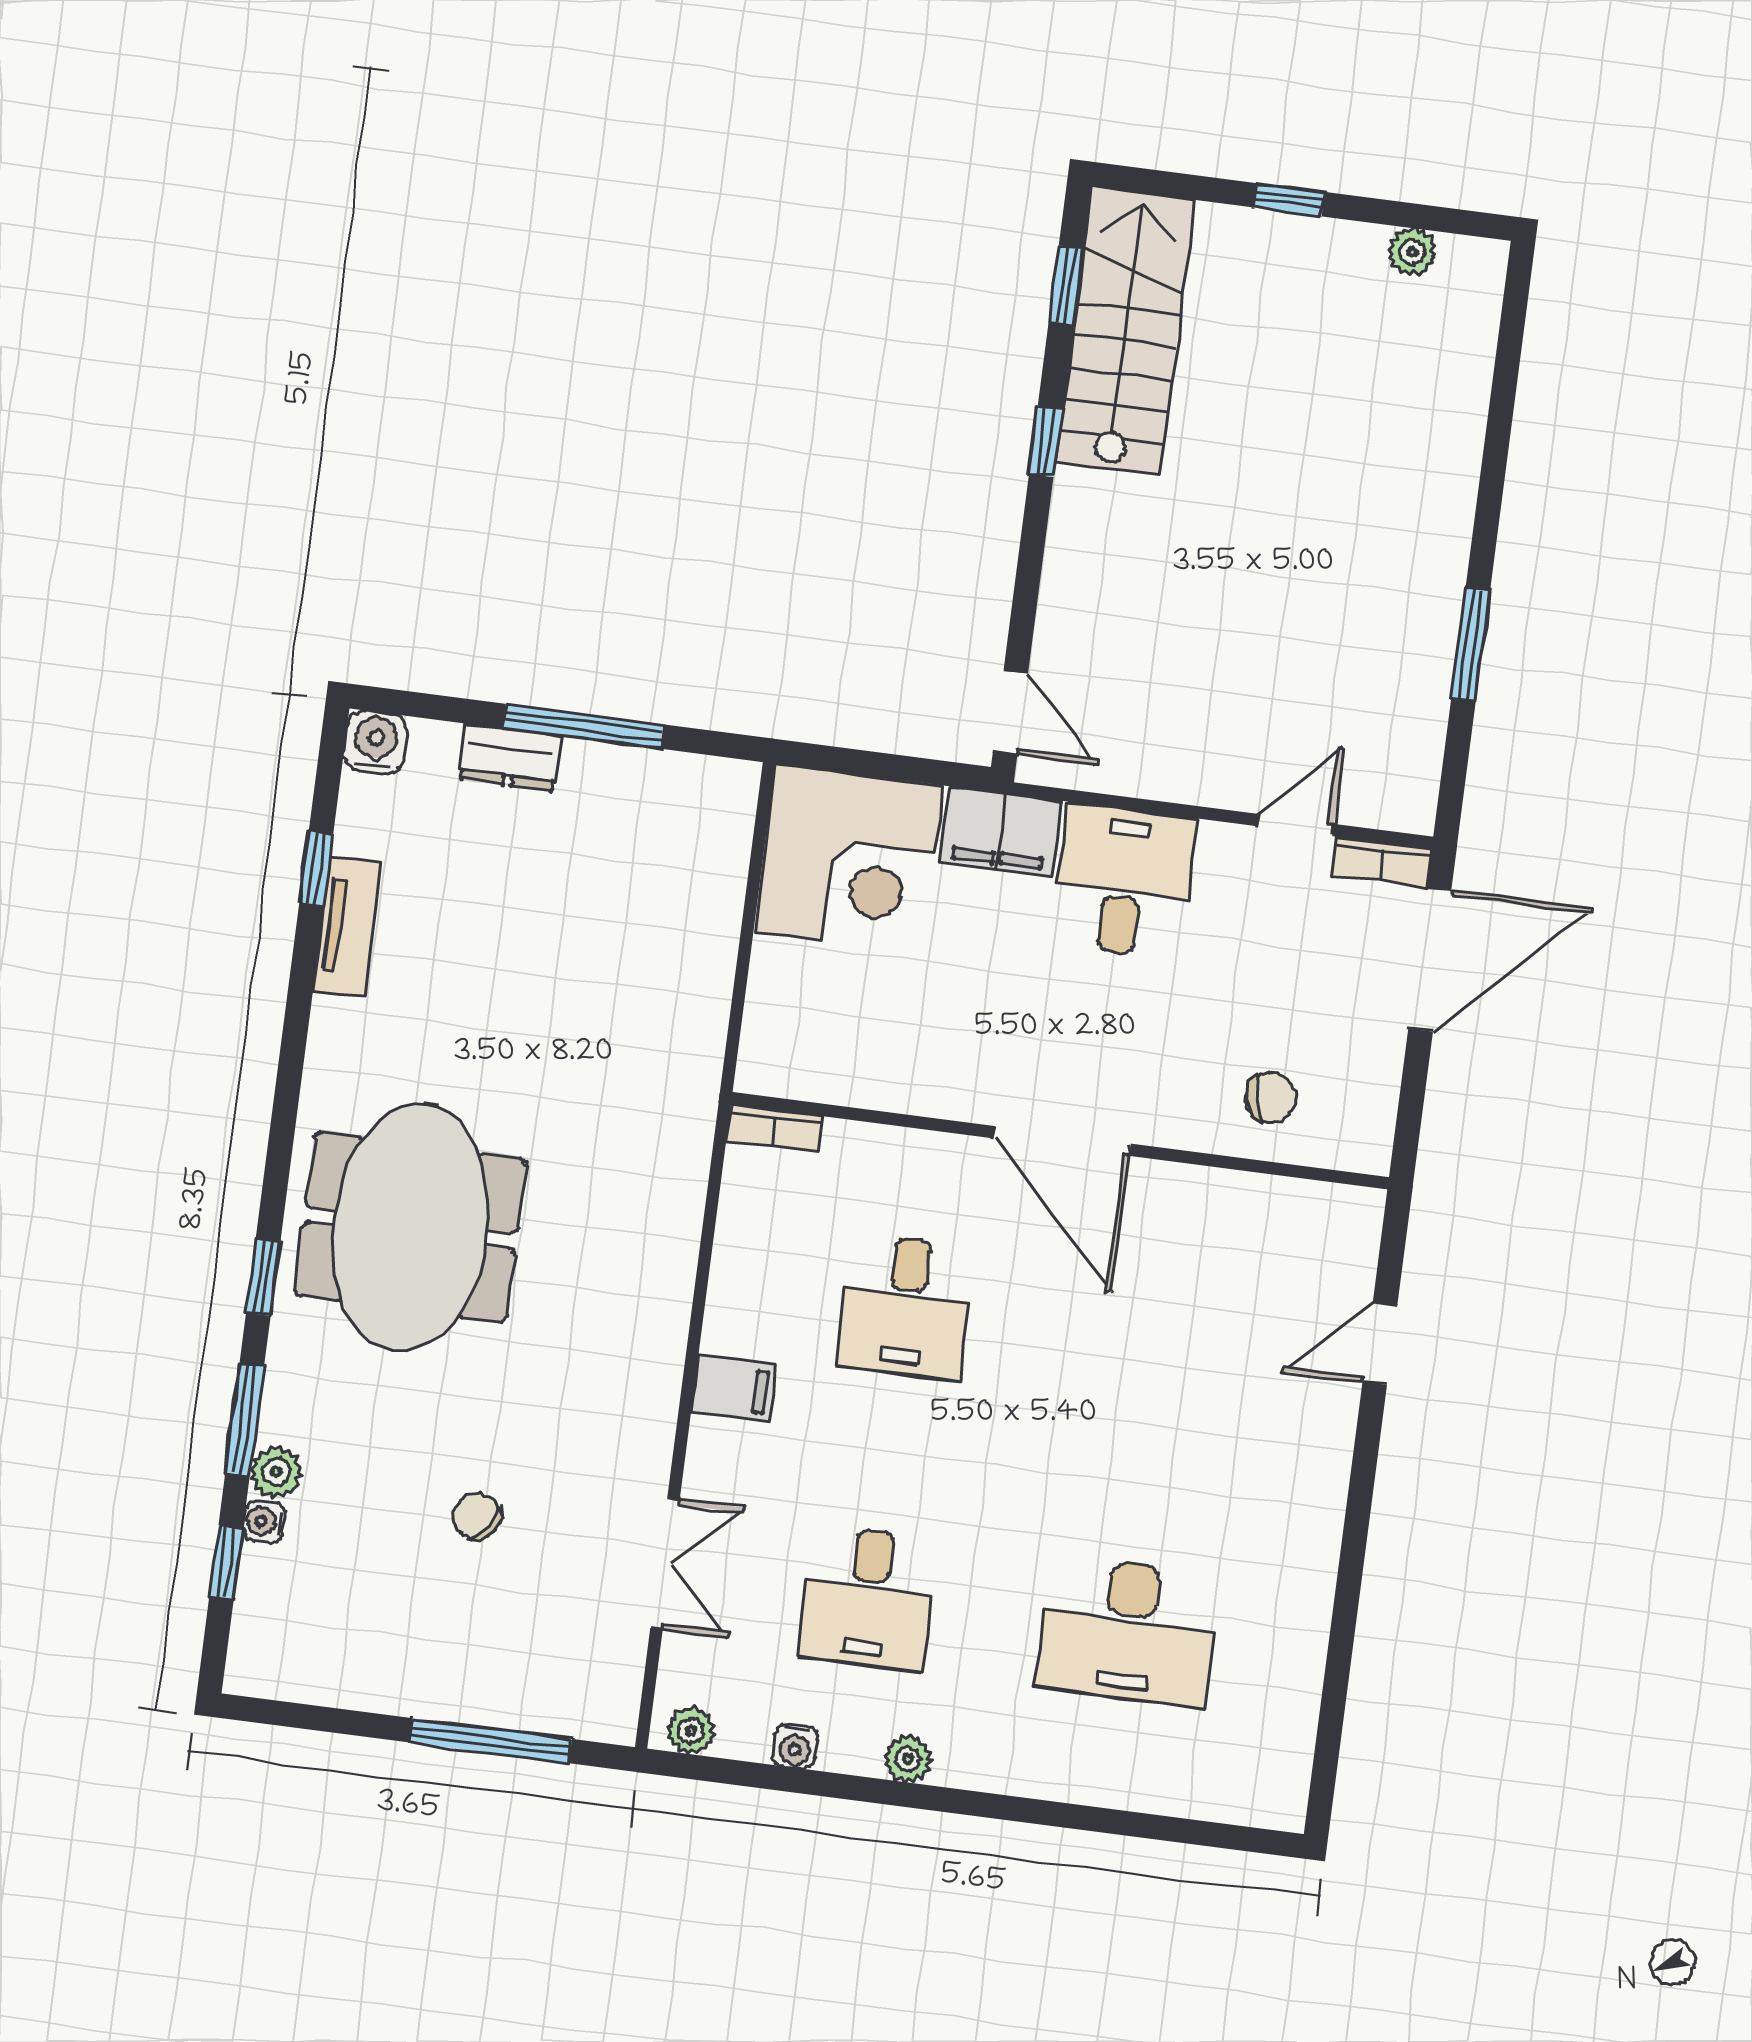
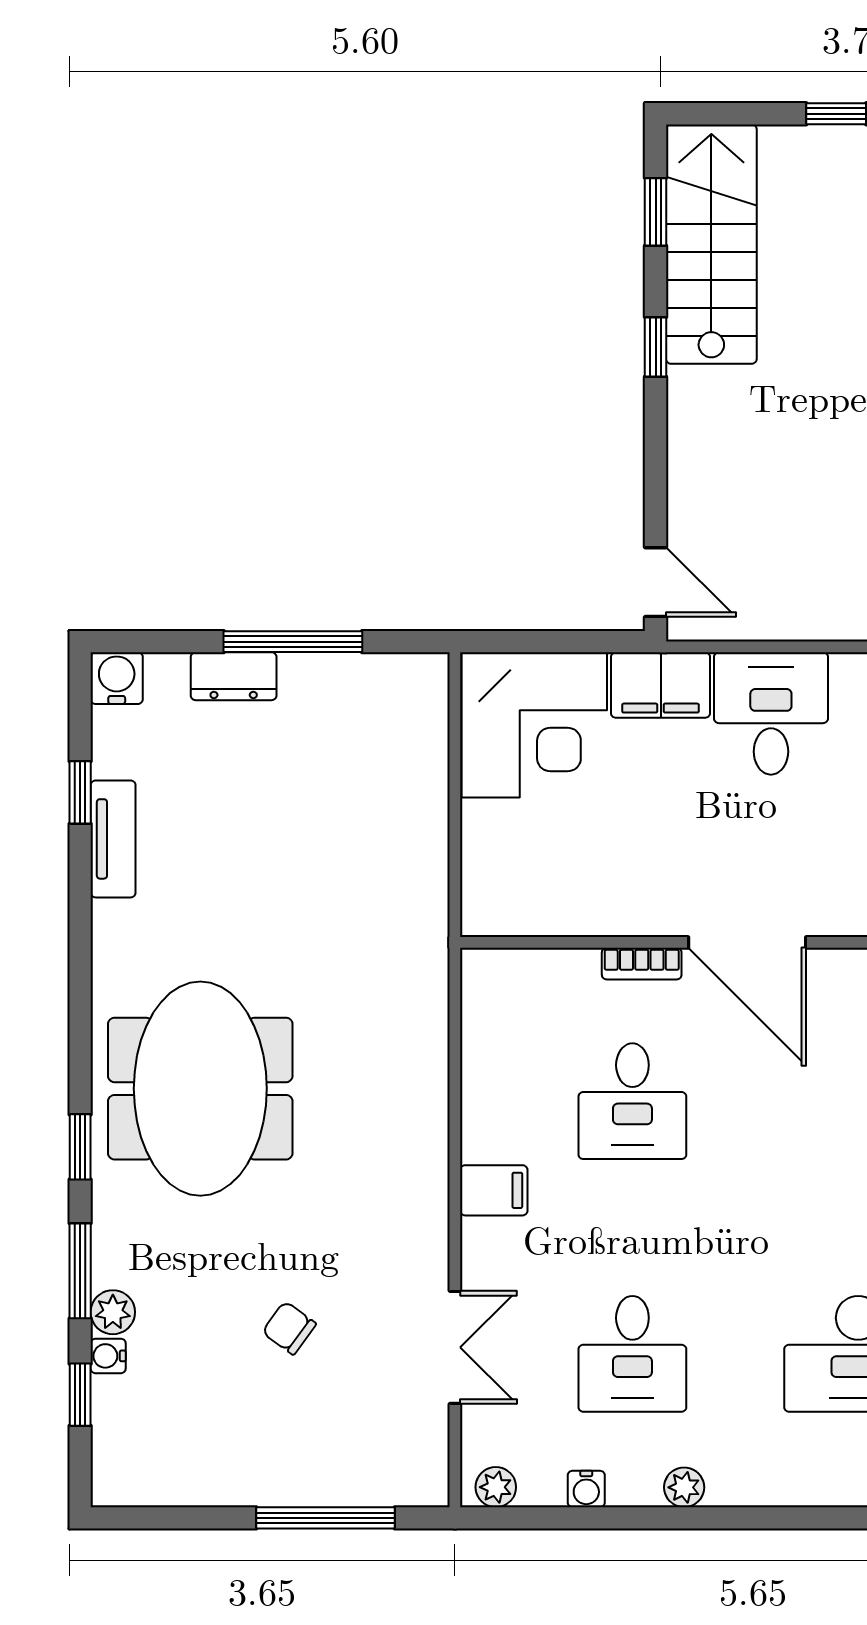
bookcase: (774, 1128) -> (642, 964), moved

